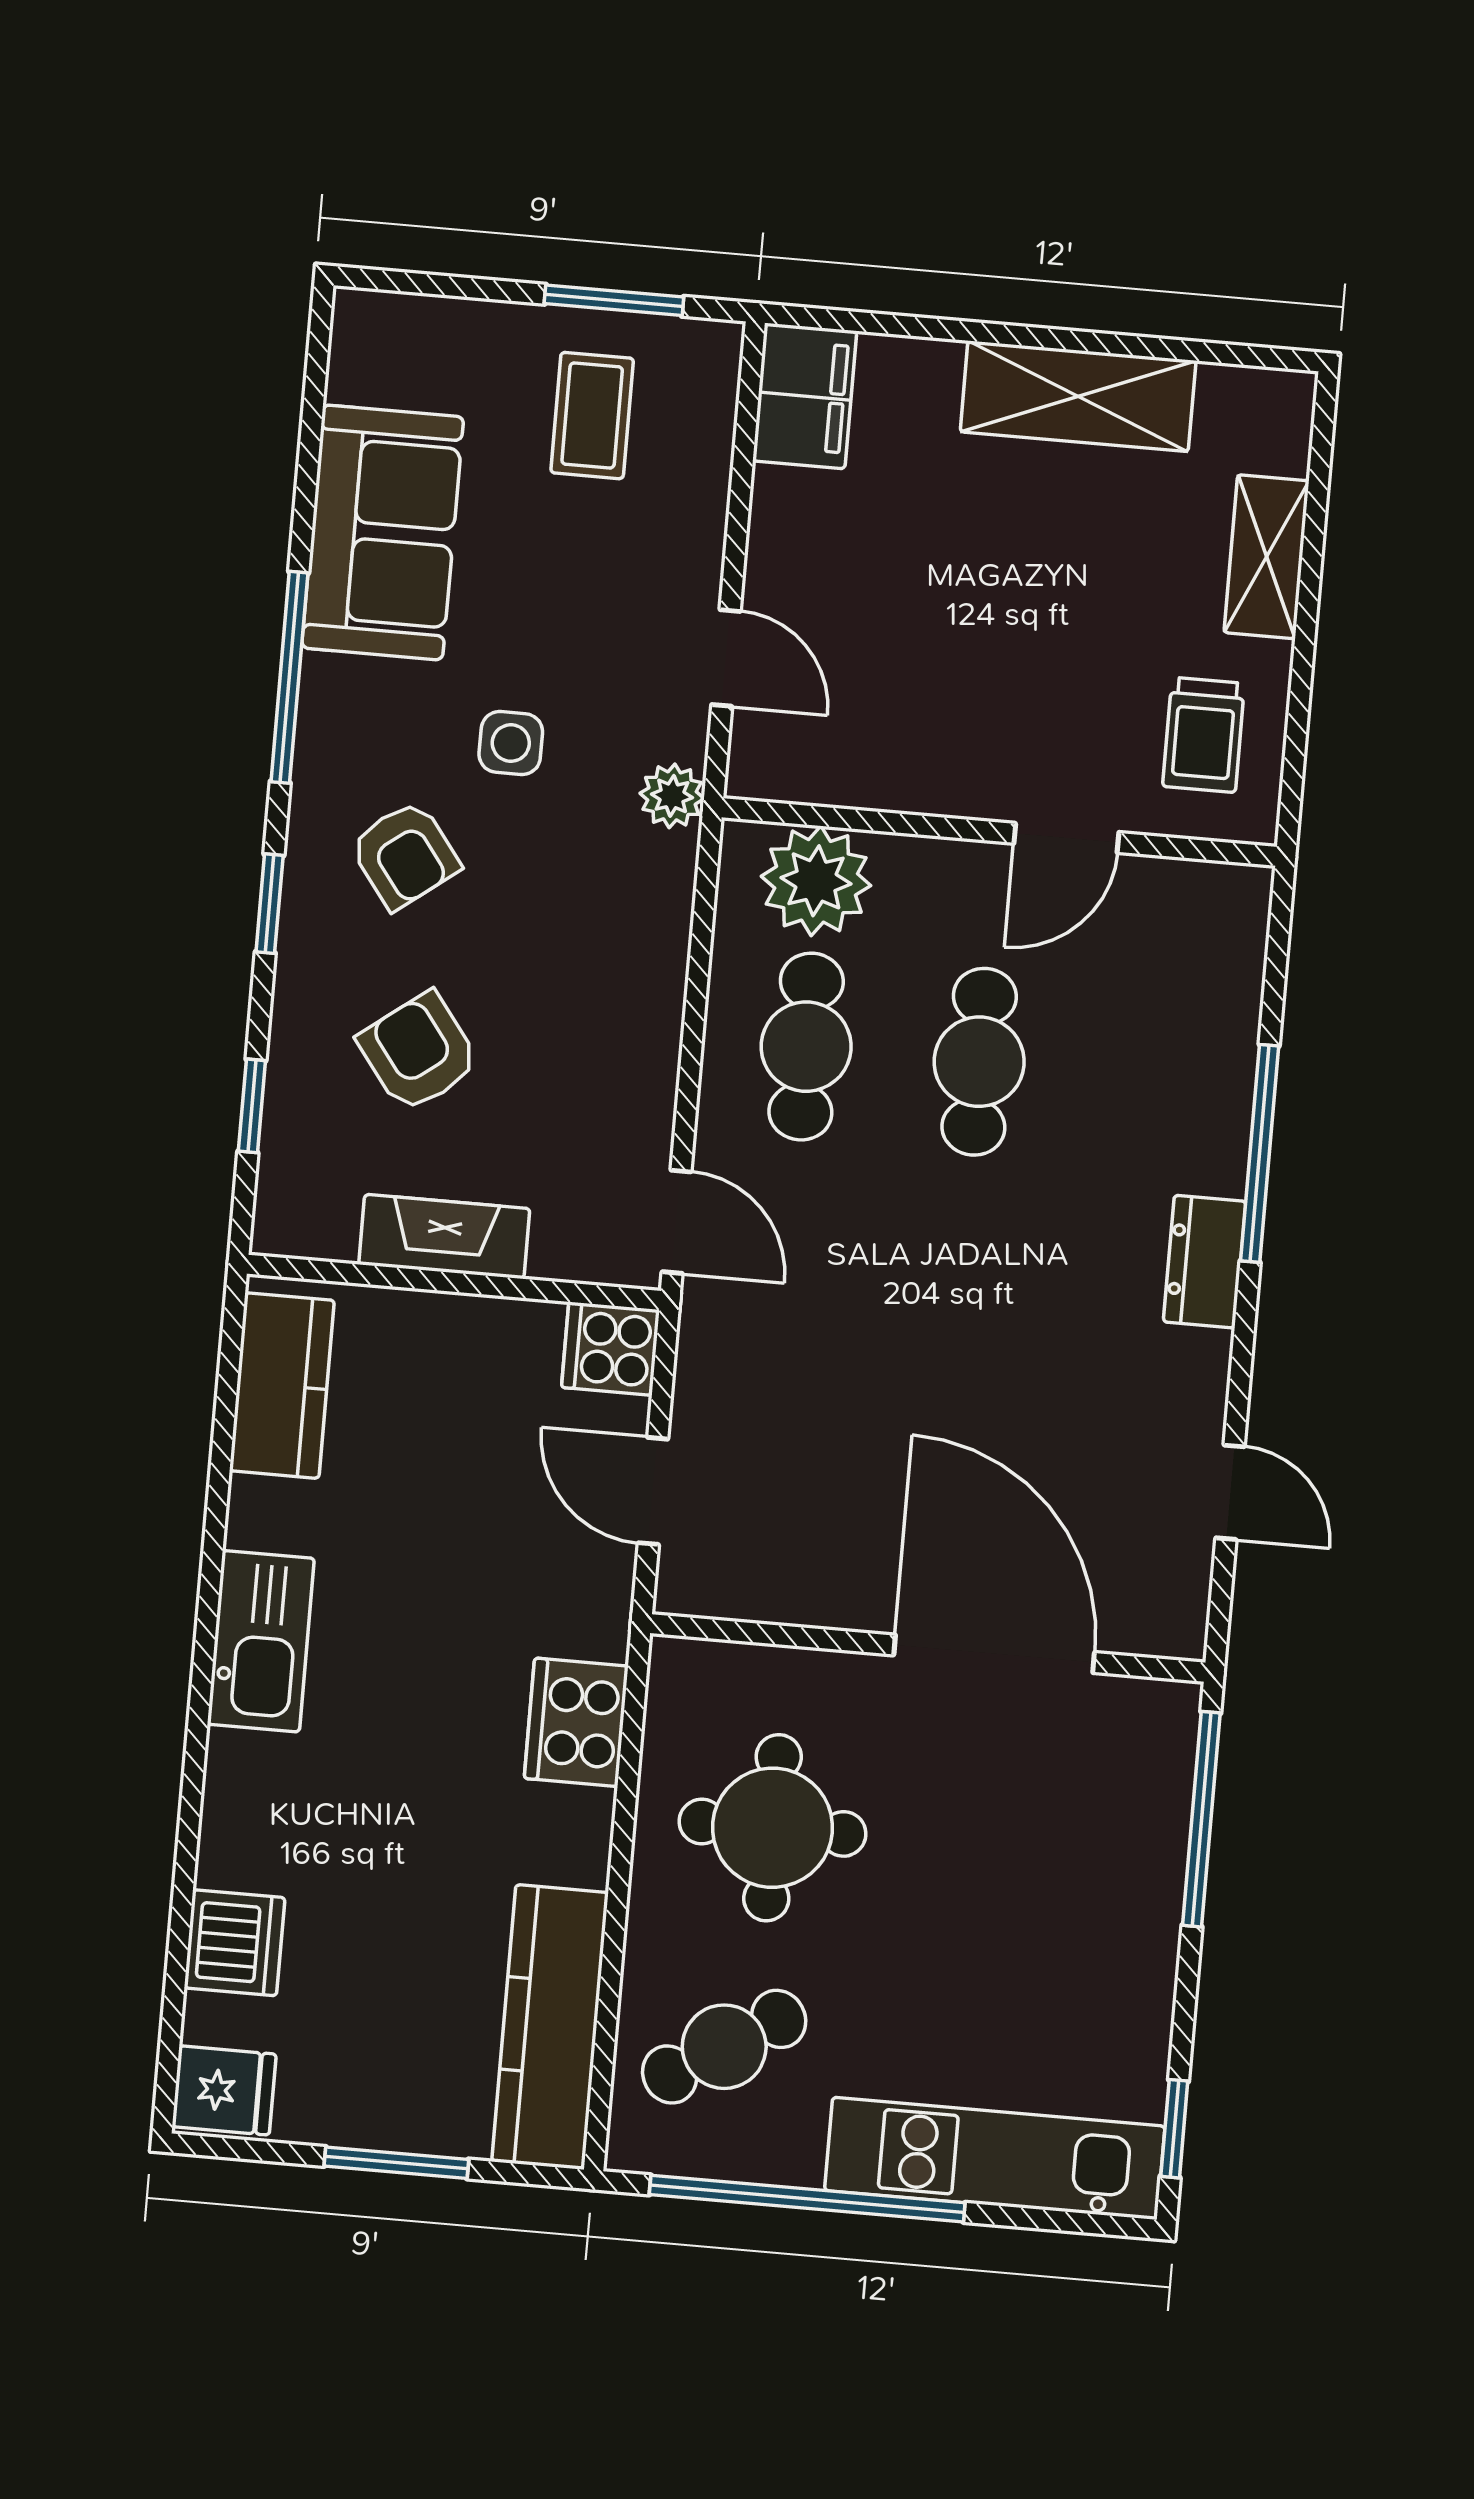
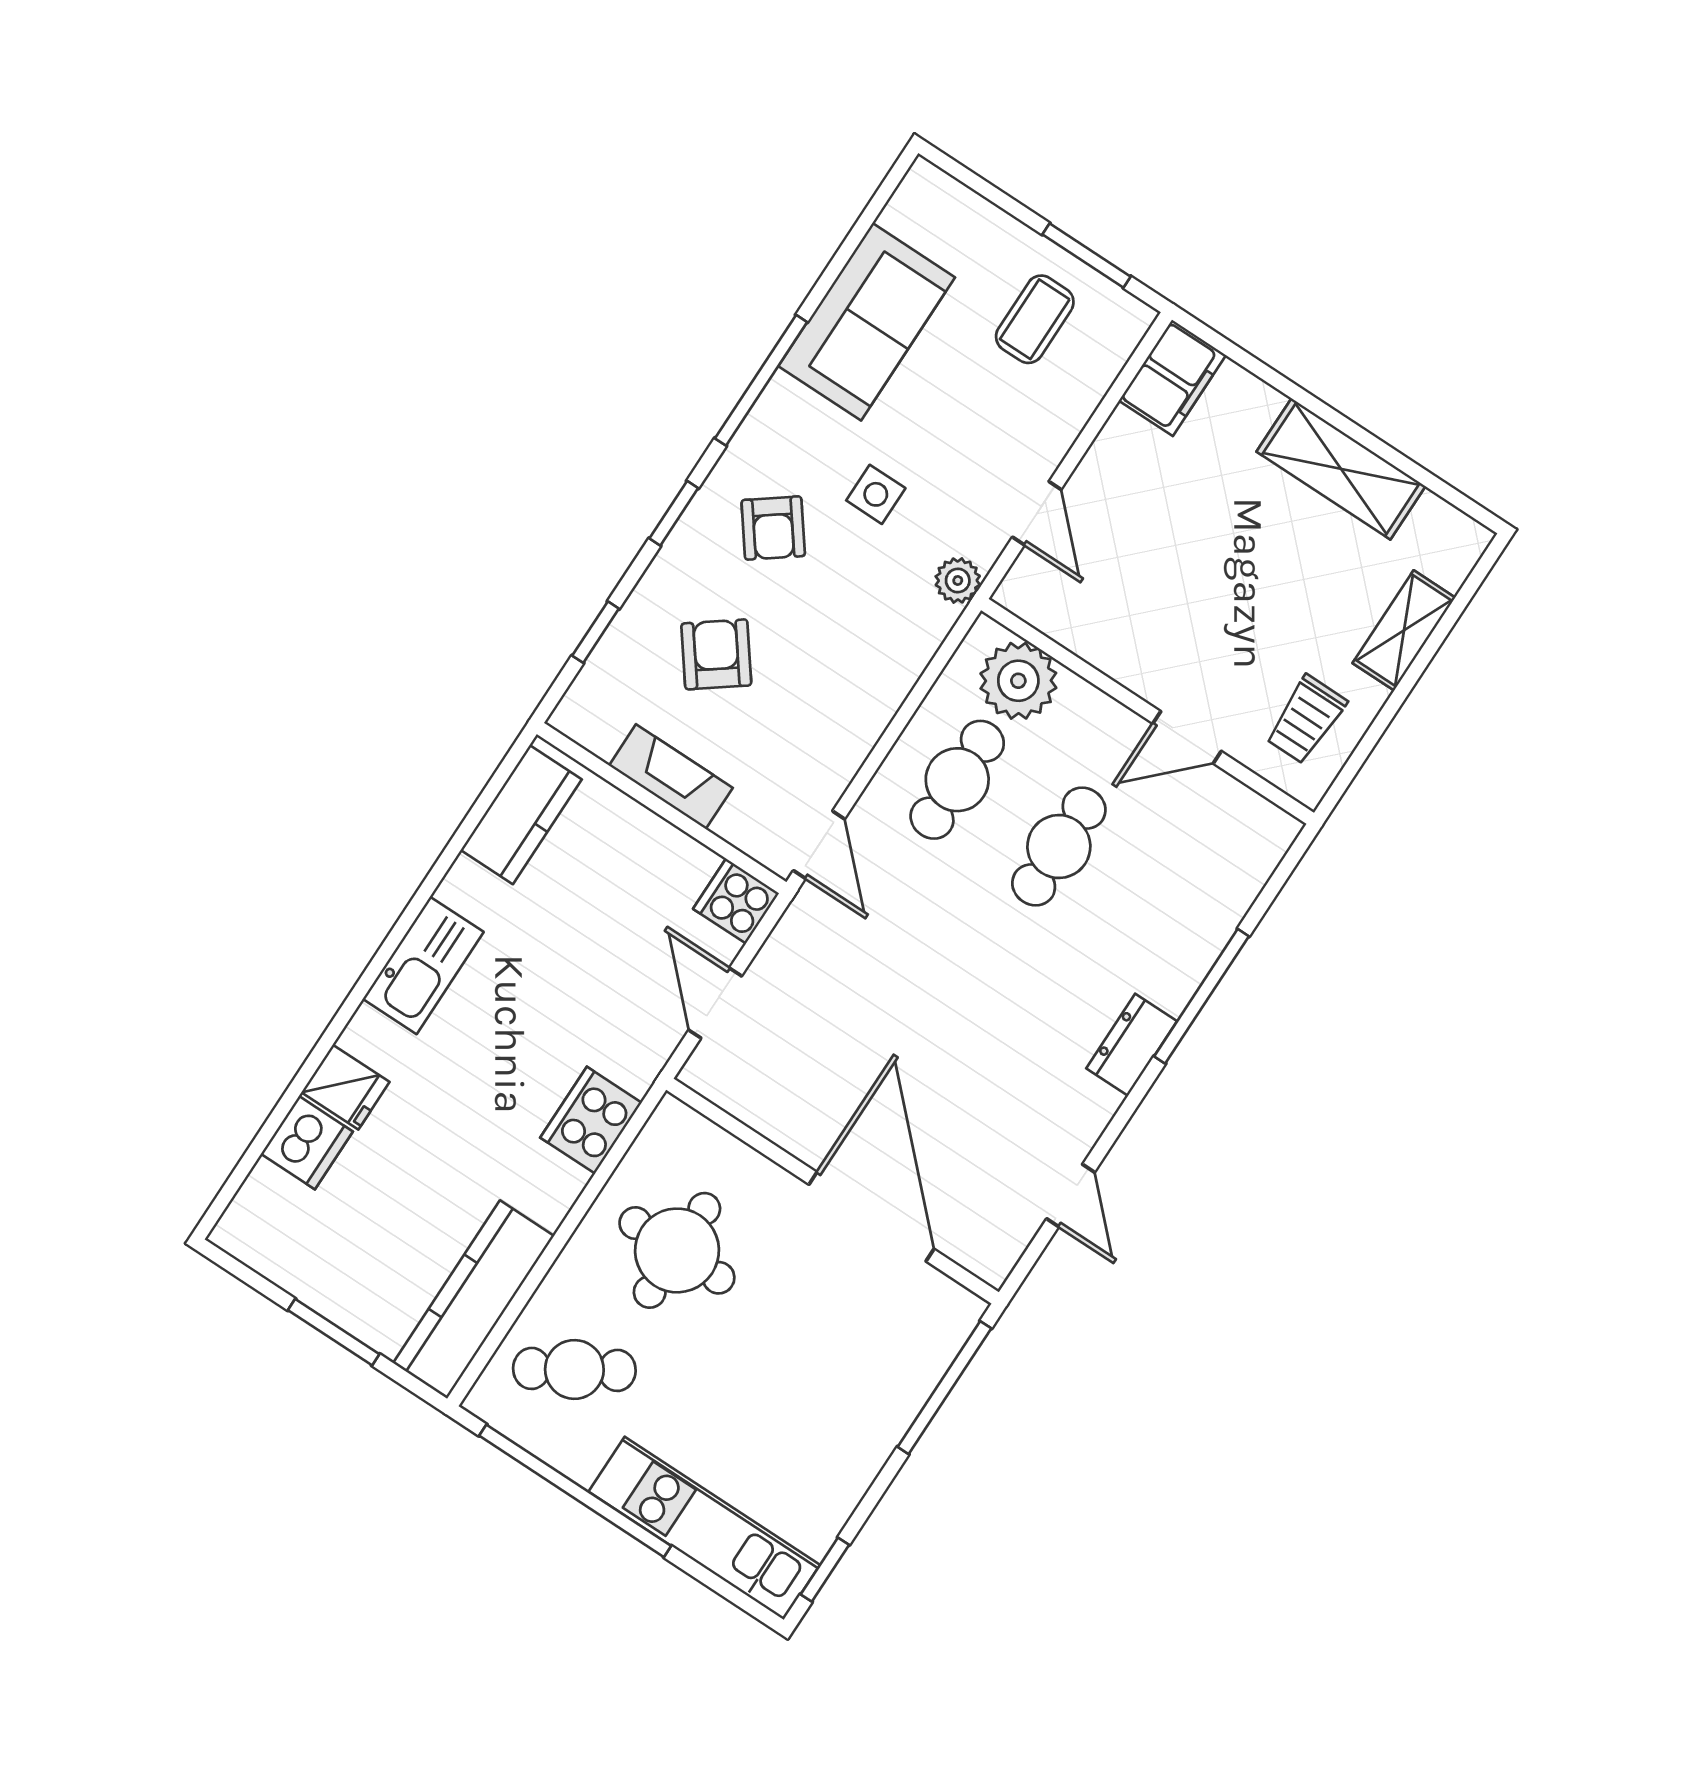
fridge: (224, 2090) -> (345, 1087), moved

